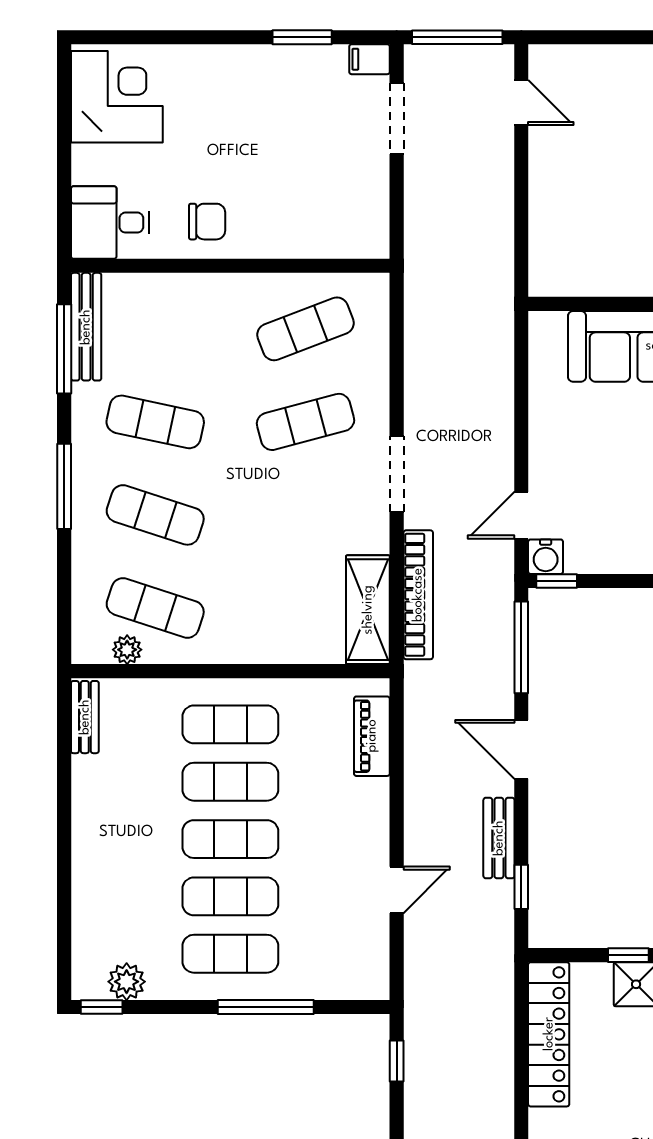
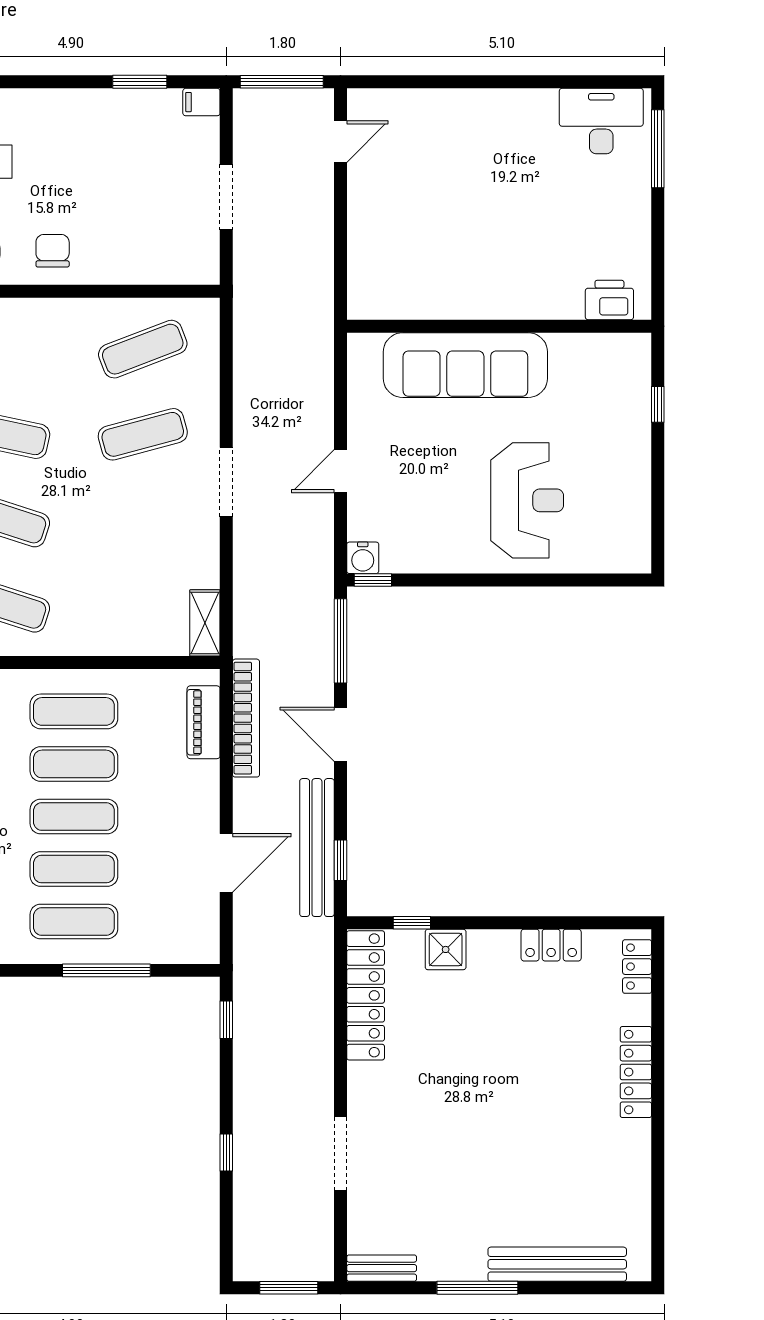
door: (521, 102) -> (340, 142), hinge flipped
doorway: (397, 119) -> (226, 197), moved
chair: (207, 222) -> (53, 251), turned -90
door: (521, 515) -> (340, 471), moved
bookcase: (418, 595) -> (246, 718), moved
shelving: (368, 610) -> (205, 623), width x0.67, depth x0.75
bench: (499, 838) -> (317, 848), width x1.86, depth x1.21
door: (397, 890) -> (226, 863), width x1.38
window: (628, 955) -> (412, 923), moved

